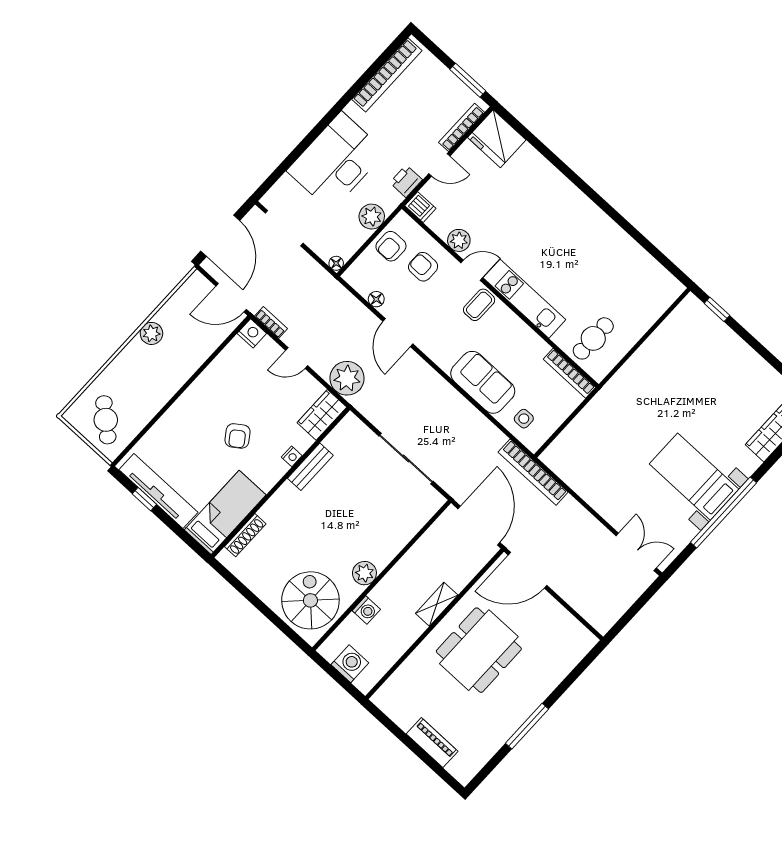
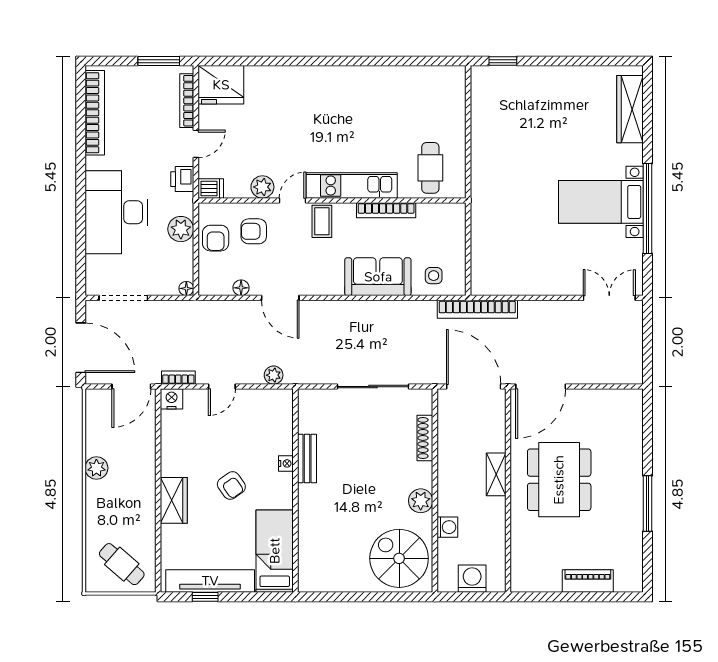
bookcase: (569, 373) -> (386, 210), moved
plant: (347, 378) -> (274, 375), width x0.53, depth x0.53
wardrobe: (322, 415) -> (174, 500), moved, turned 180
shoe rack: (245, 535) -> (425, 438), moved, turned 180

